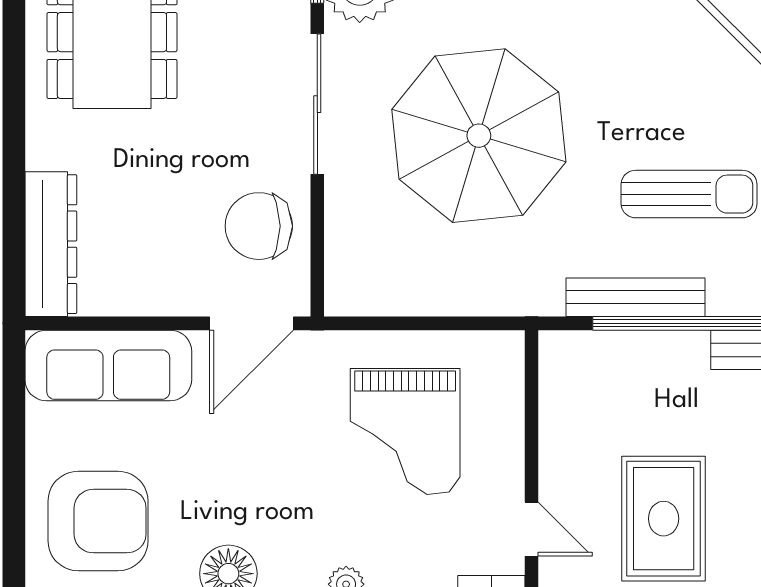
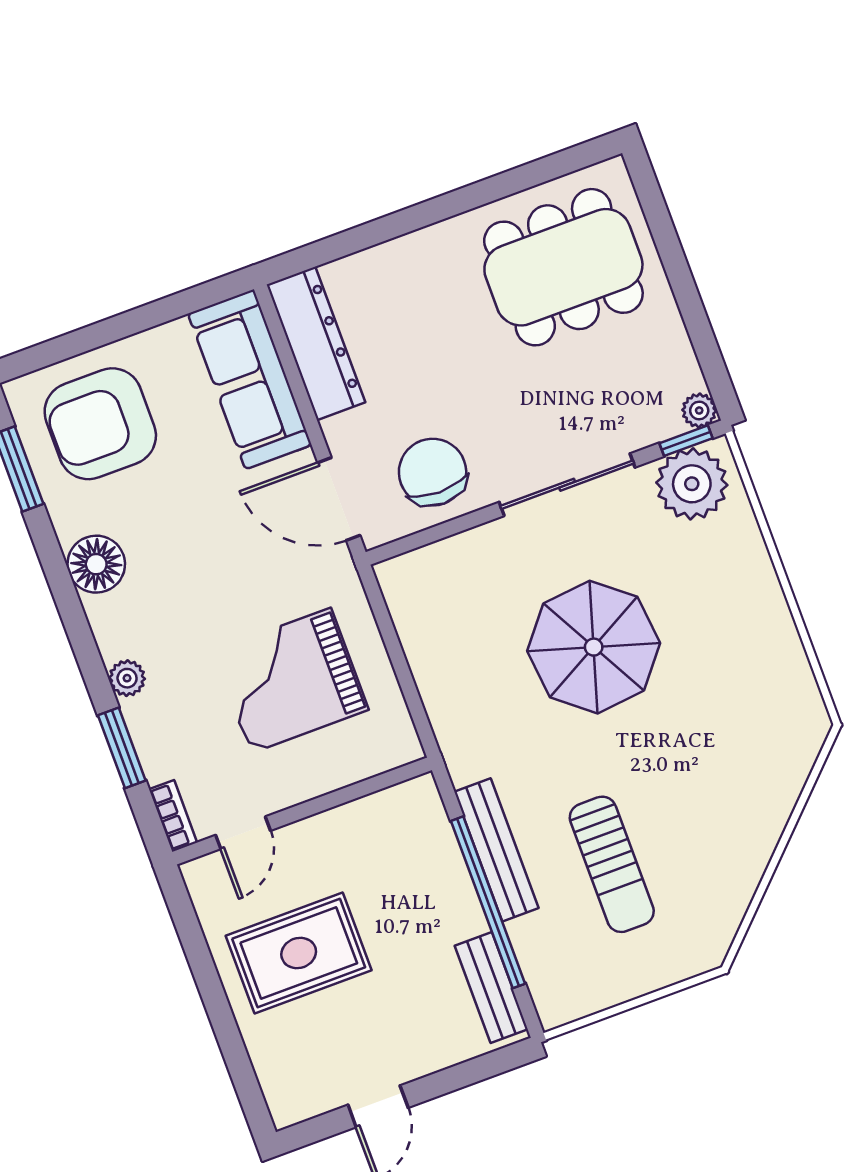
parasol: (479, 136) -> (594, 647), width x0.73, depth x0.73
dresser: (51, 244) -> (316, 343), moved, turned -90
armchair: (98, 521) -> (100, 424), turned 90

